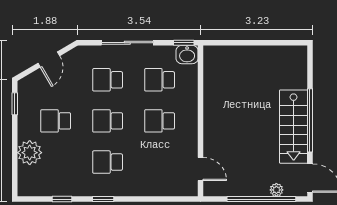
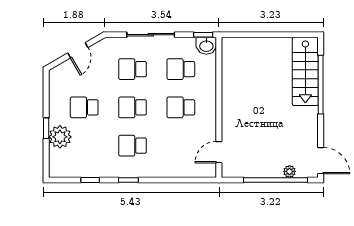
window: (15, 104) -> (46, 128), moved
window: (310, 120) -> (321, 85), moved
stairs: (294, 127) -> (305, 71), moved
door: (201, 169) -> (219, 152), swing flipped

